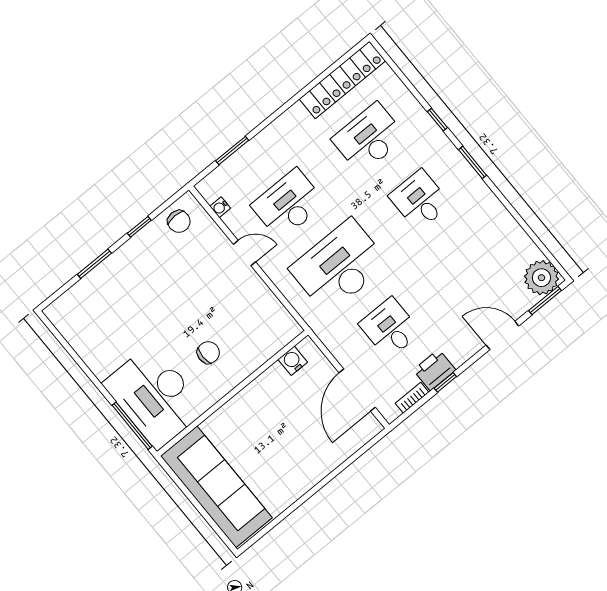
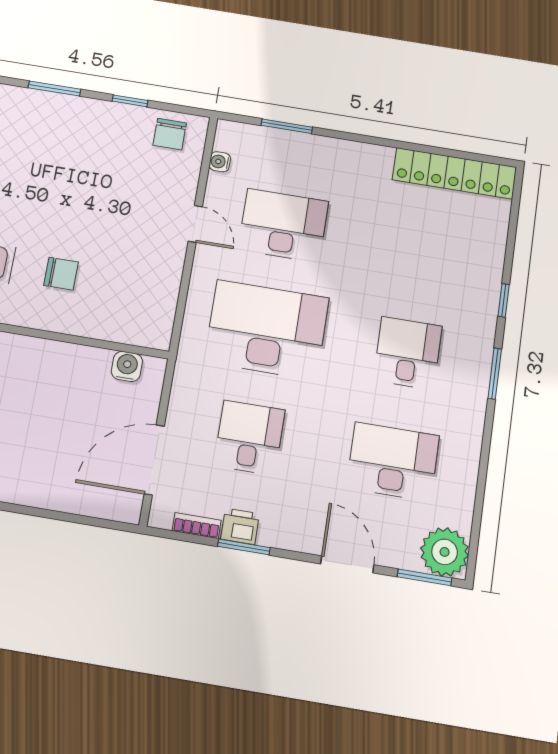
desk: (369, 138) -> (393, 462), moved
printer: (434, 370) -> (240, 526), width x0.73, depth x0.81
window: (445, 382) -> (244, 547), width x1.50

